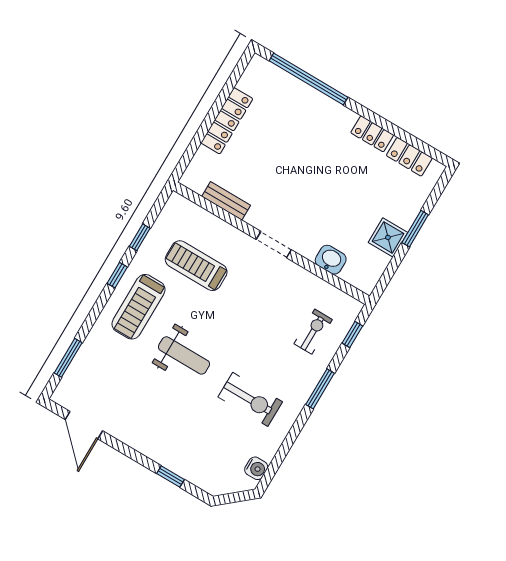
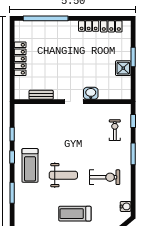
washbasin: (331, 260) -> (91, 93), moved
treadmill: (196, 266) -> (75, 214), moved
window: (68, 358) -> (12, 193), moved

